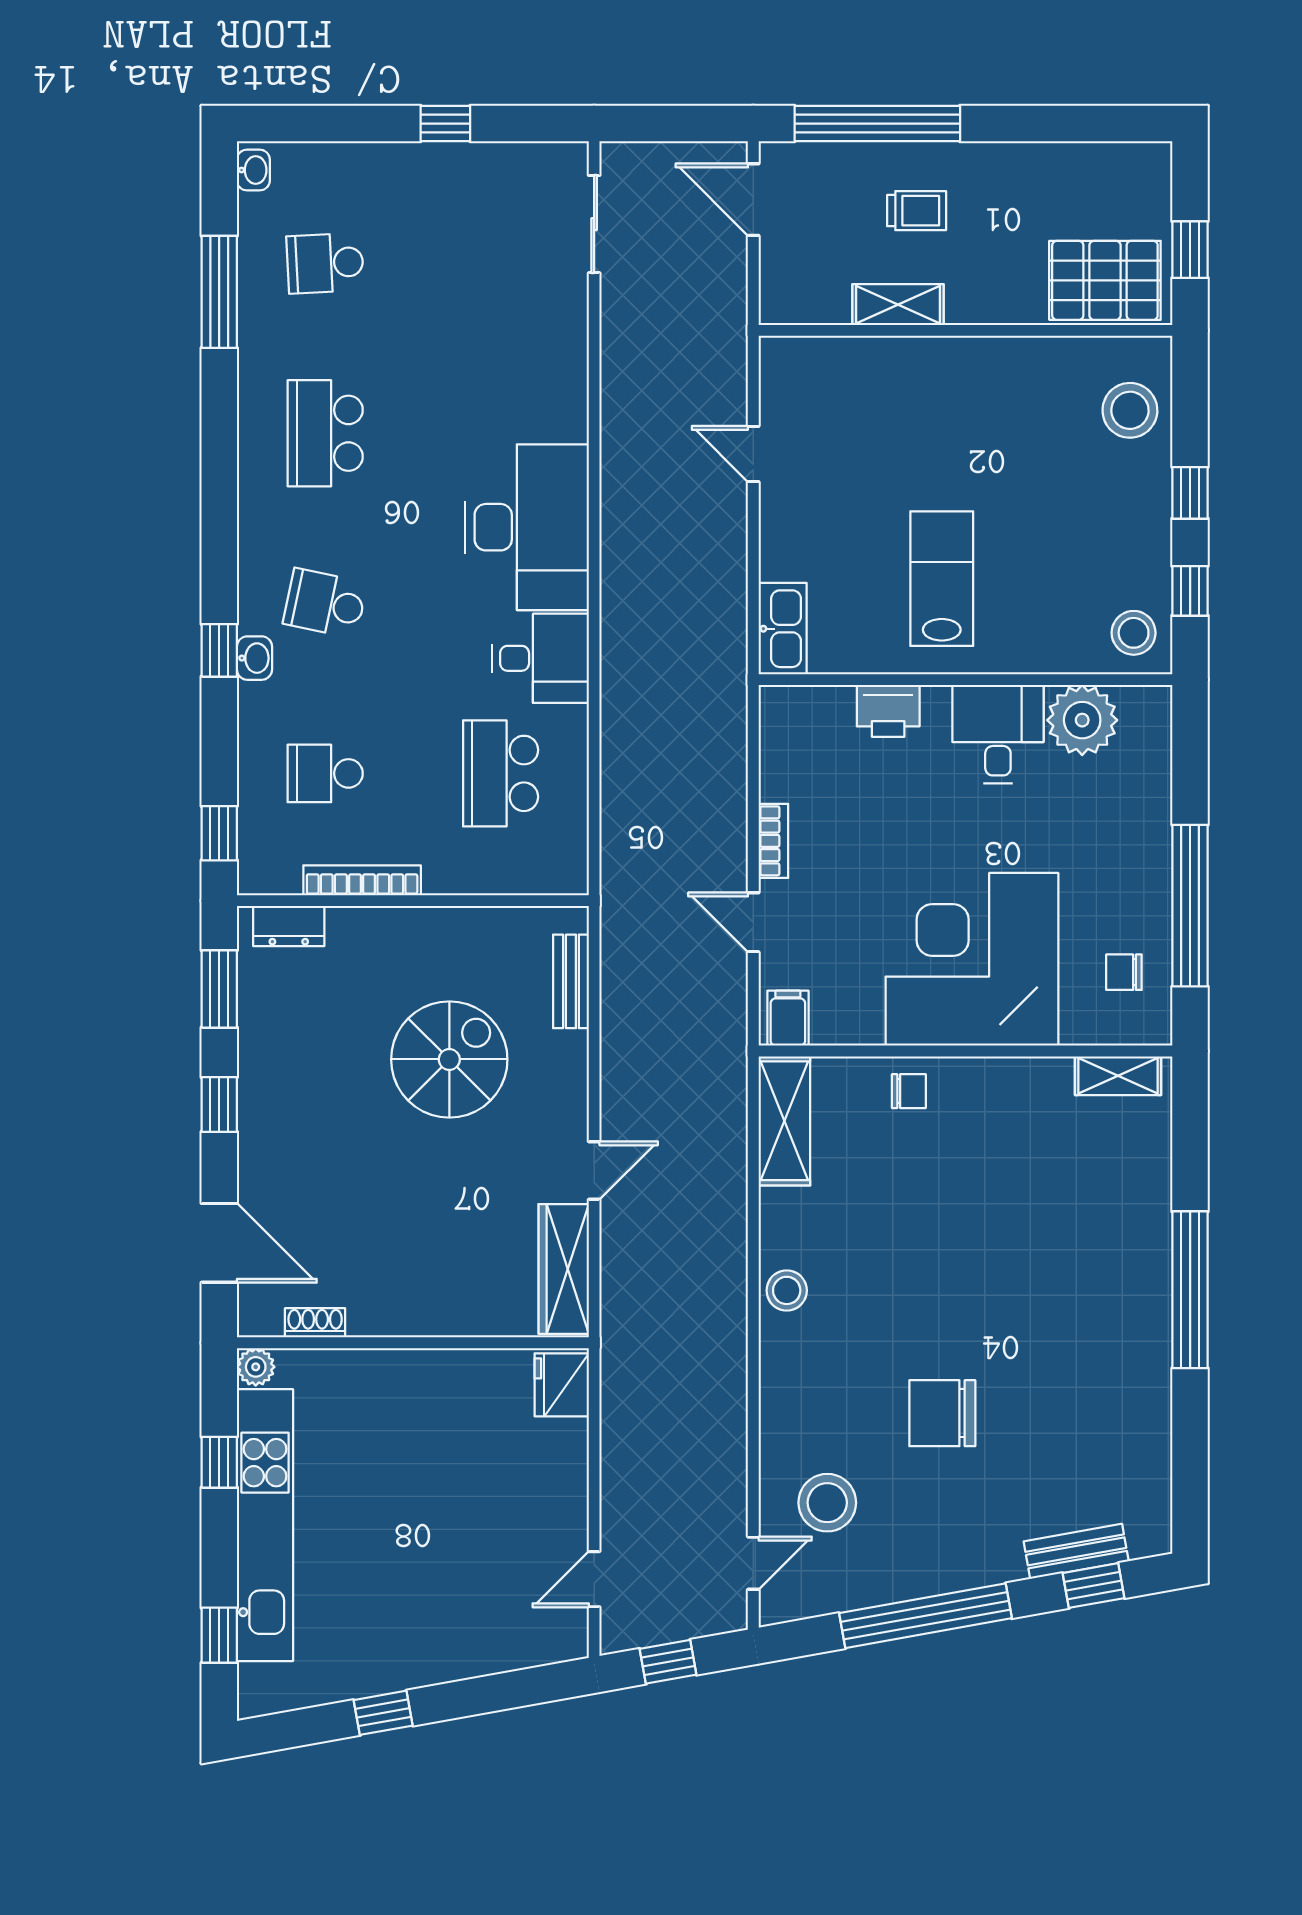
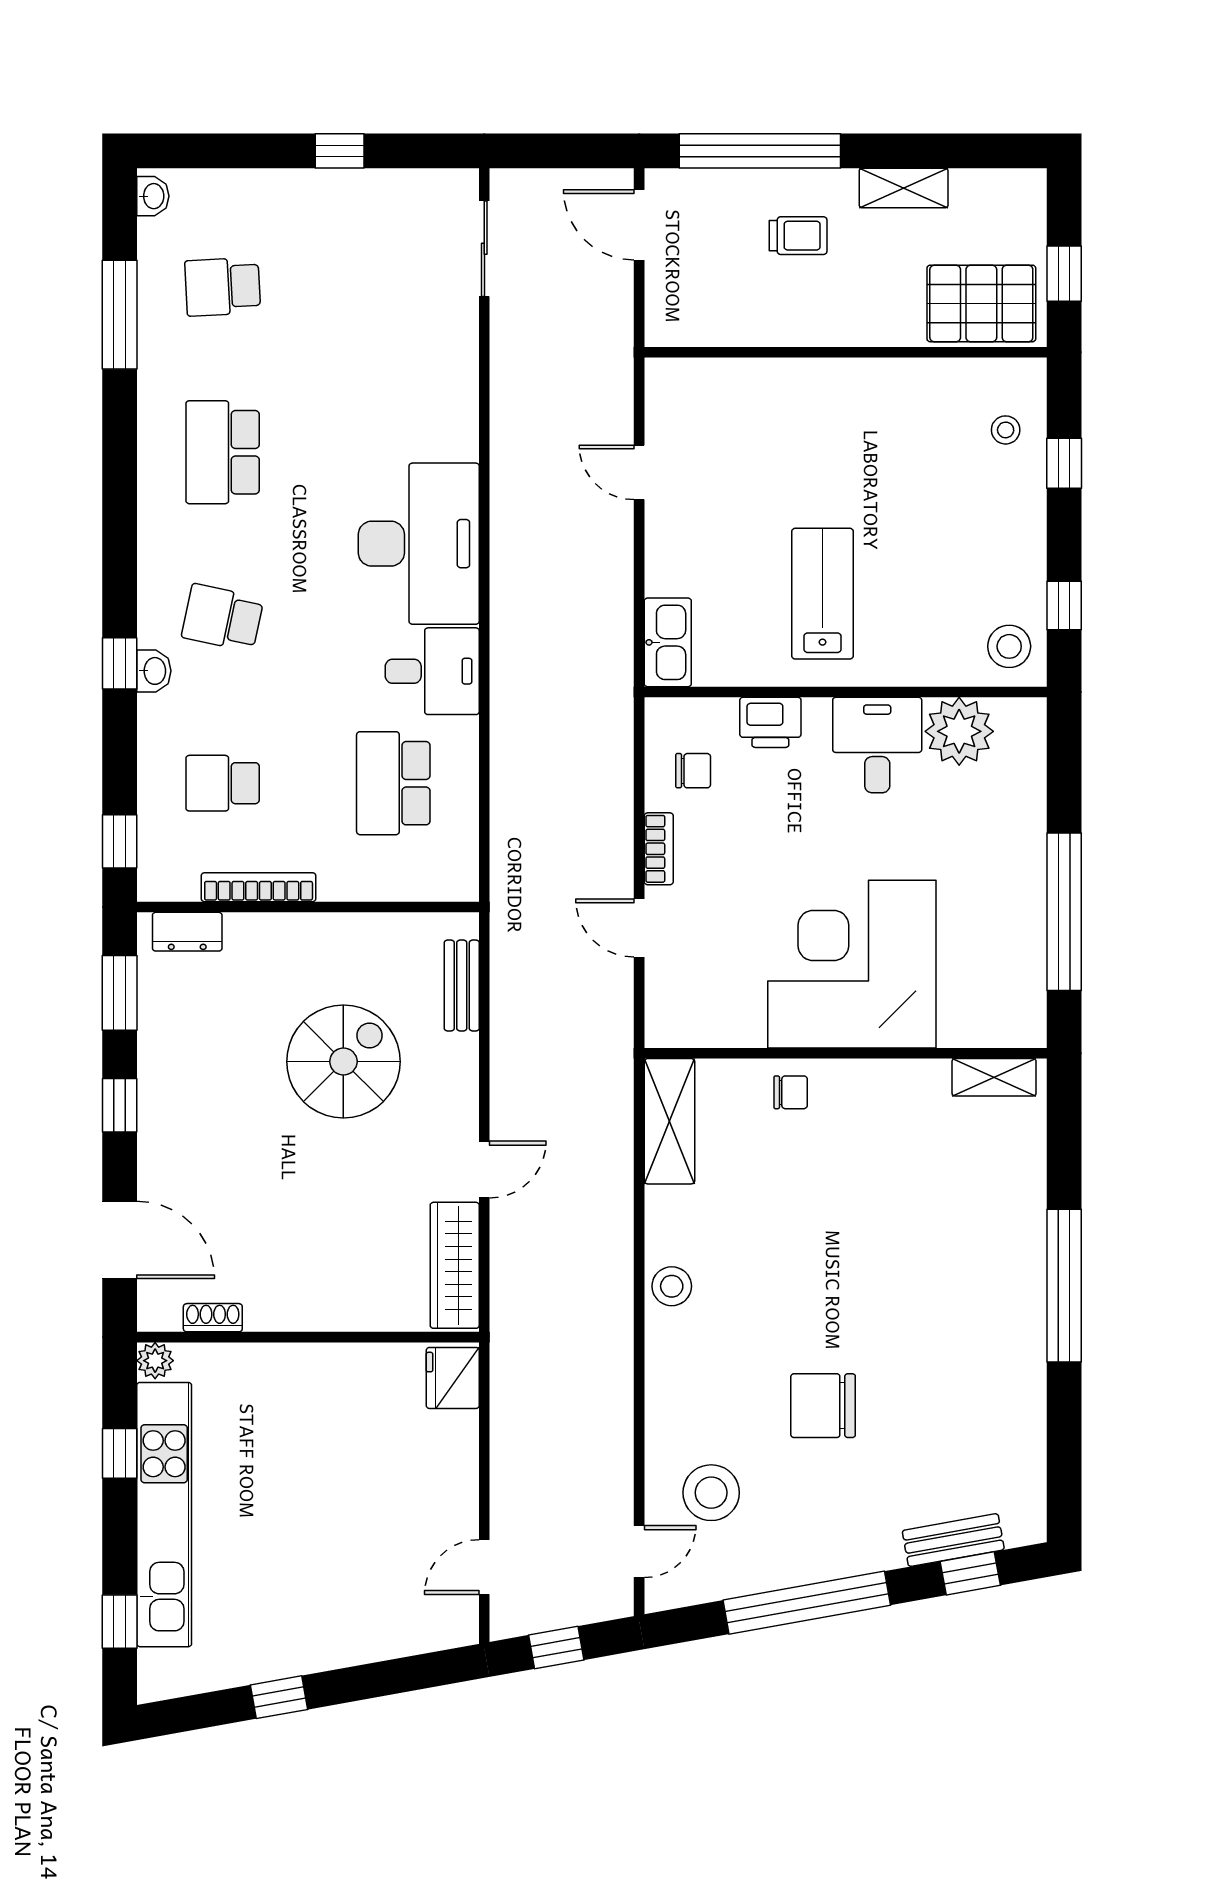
shelving: (898, 305) -> (904, 188), moved
stool: (1130, 410) -> (1006, 430), width x0.53, depth x0.53
window: (1190, 493) -> (1064, 463), moved
chair: (1124, 972) -> (693, 771), moved, turned 180
filing cabinet: (788, 1018) -> (673, 1021), removed

